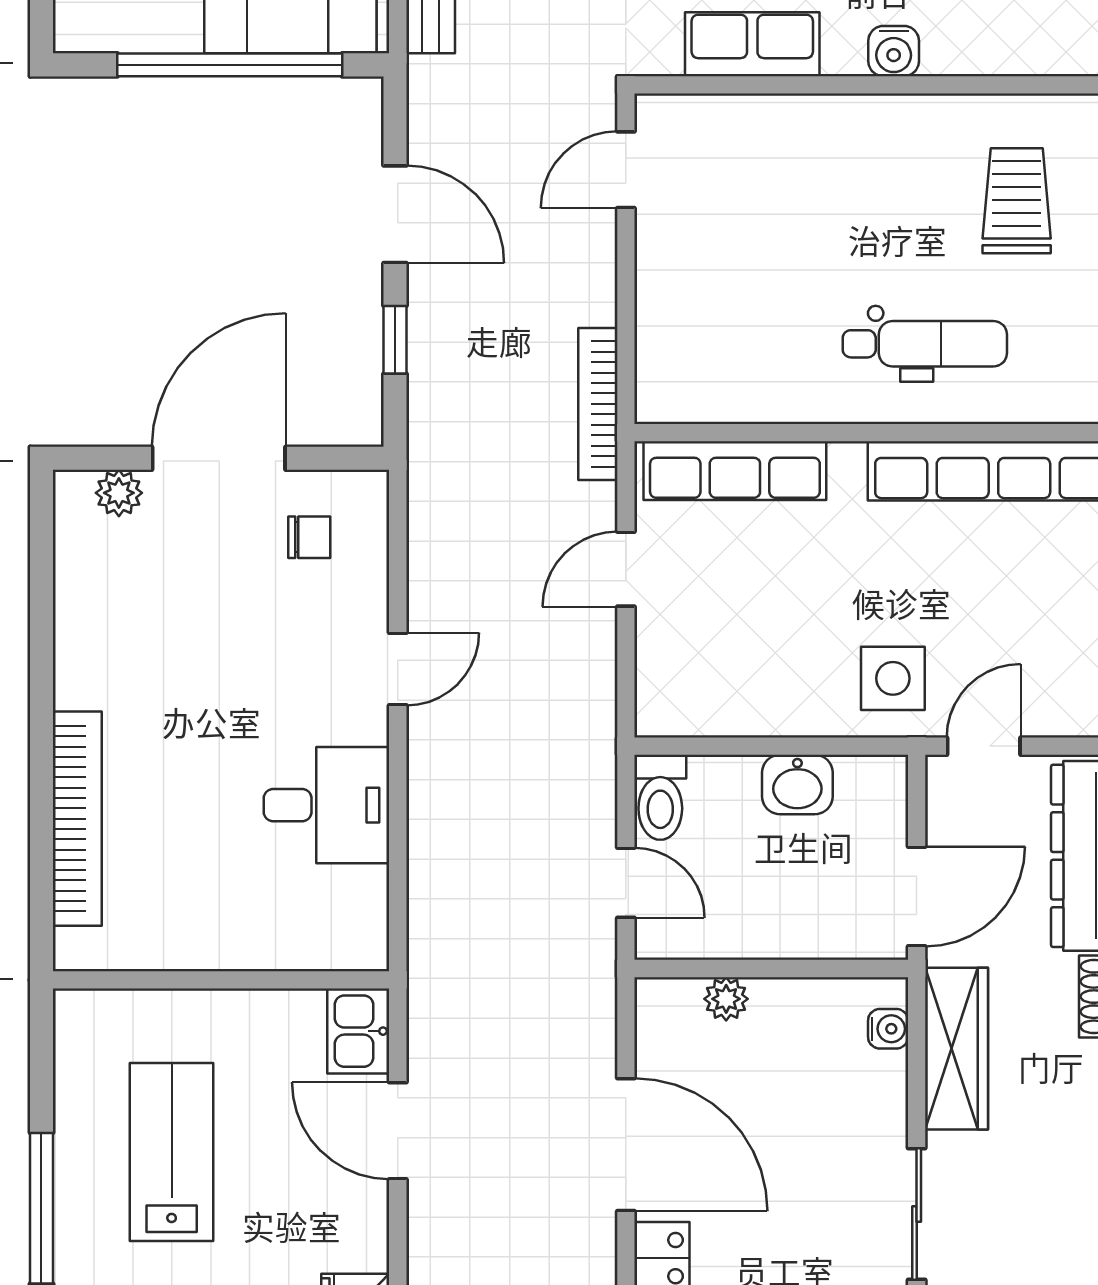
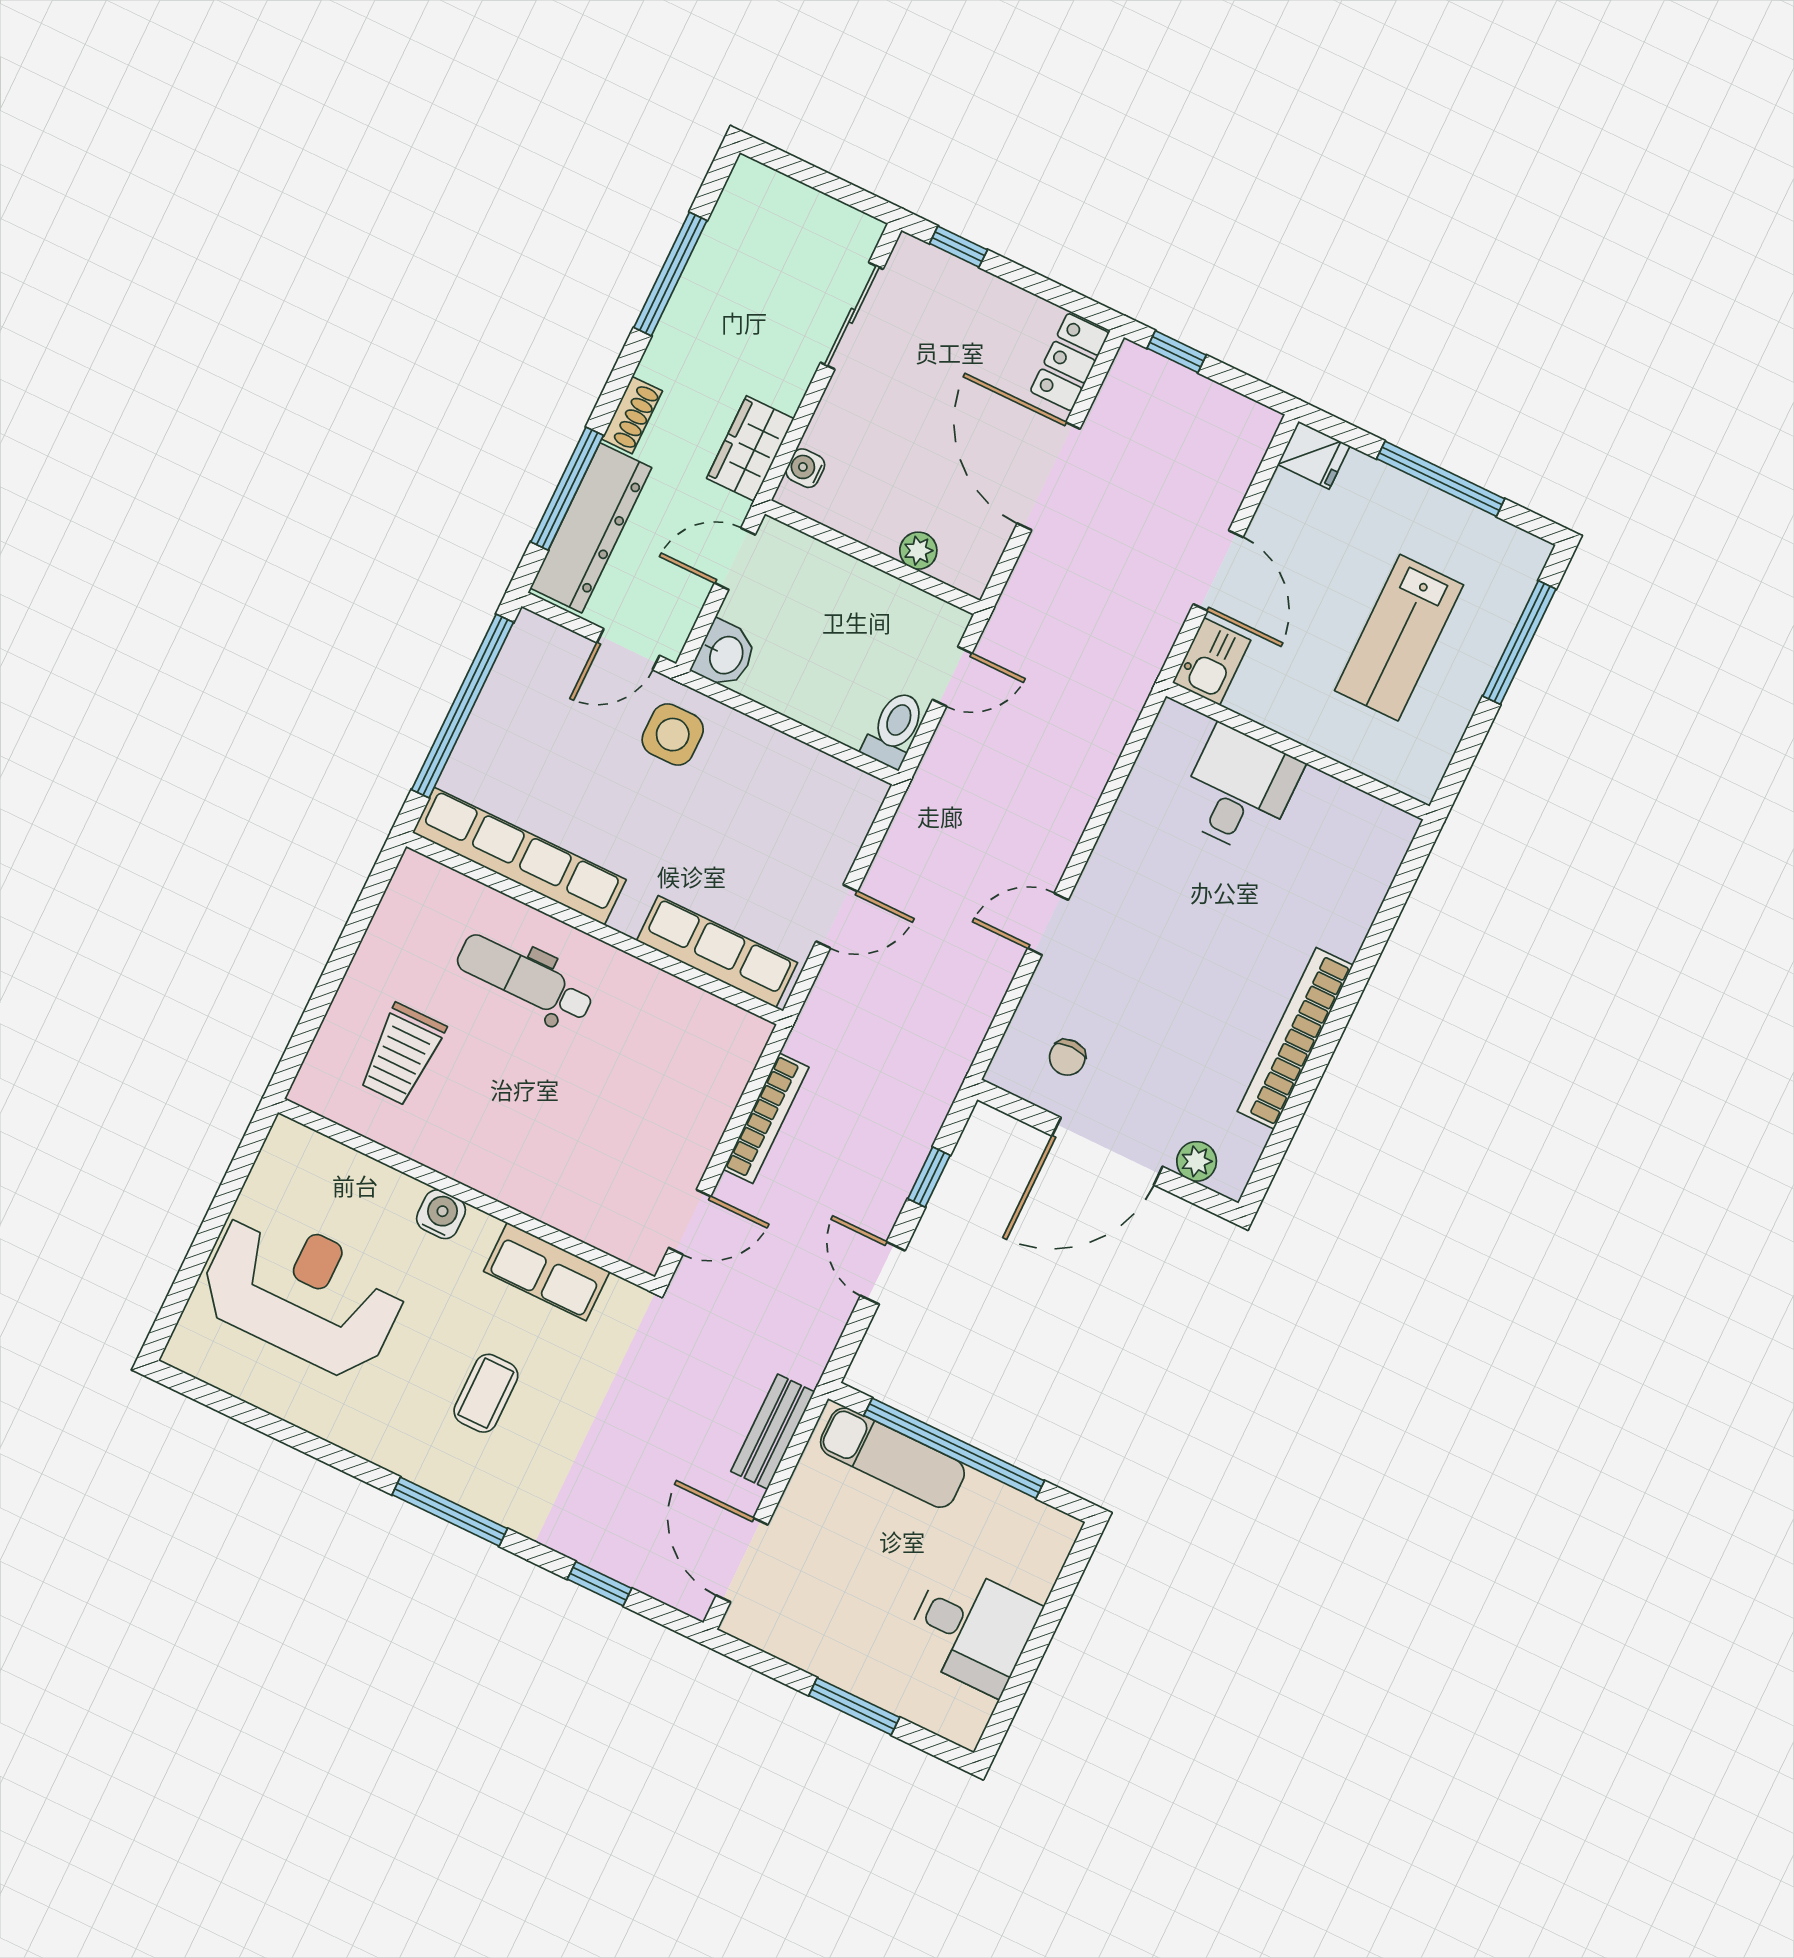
door: (395, 214) -> (883, 1273), width x0.73
bookcase: (598, 404) -> (766, 1118), moved
chair: (309, 537) -> (1067, 1057), turned -90
washbasin: (797, 785) -> (725, 655), moved, turned 90
desk: (326, 805) -> (1239, 790), moved, turned 90
bookcase: (77, 819) -> (1295, 1038), moved
door: (626, 883) -> (952, 676), swing flipped
door: (917, 897) -> (735, 559), width x0.73
wardrobe: (956, 1049) -> (750, 448), width x0.67

